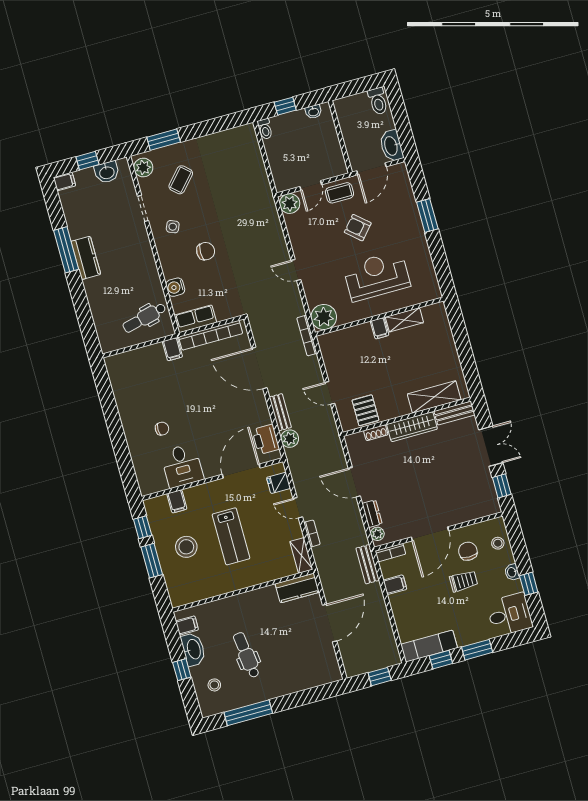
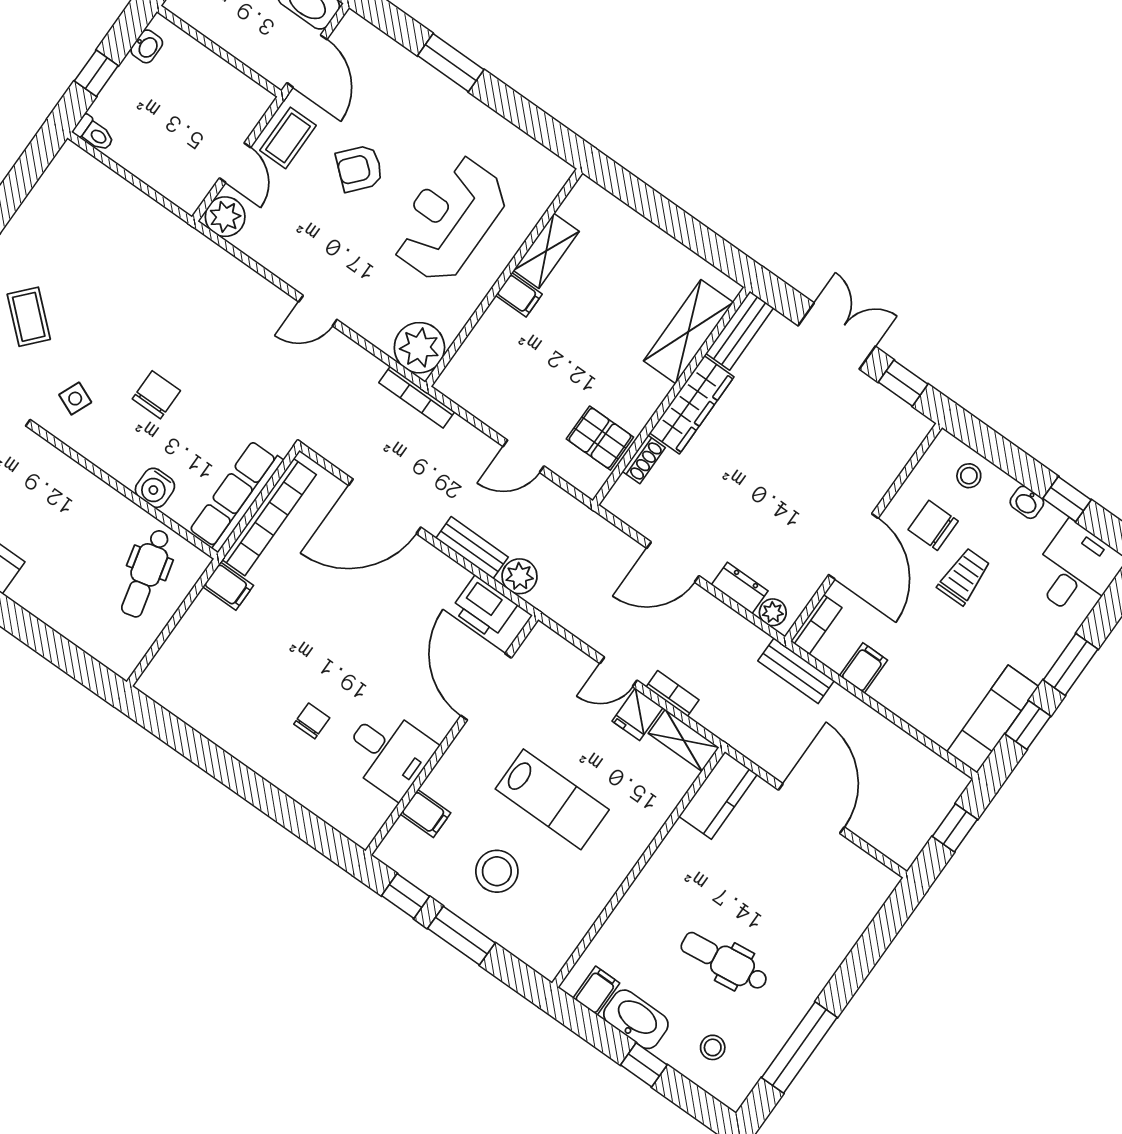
row of seats: (195, 319) -> (236, 496), width x1.48
fridge: (279, 483) -> (638, 714), moved

